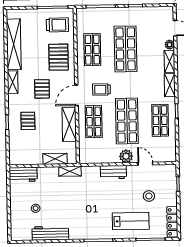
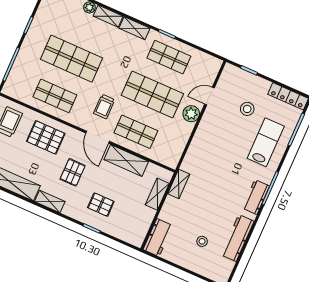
pallet: (42, 89) -> (73, 172), turned 90
workbench: (113, 172) -> (256, 197), moved, turned 180

